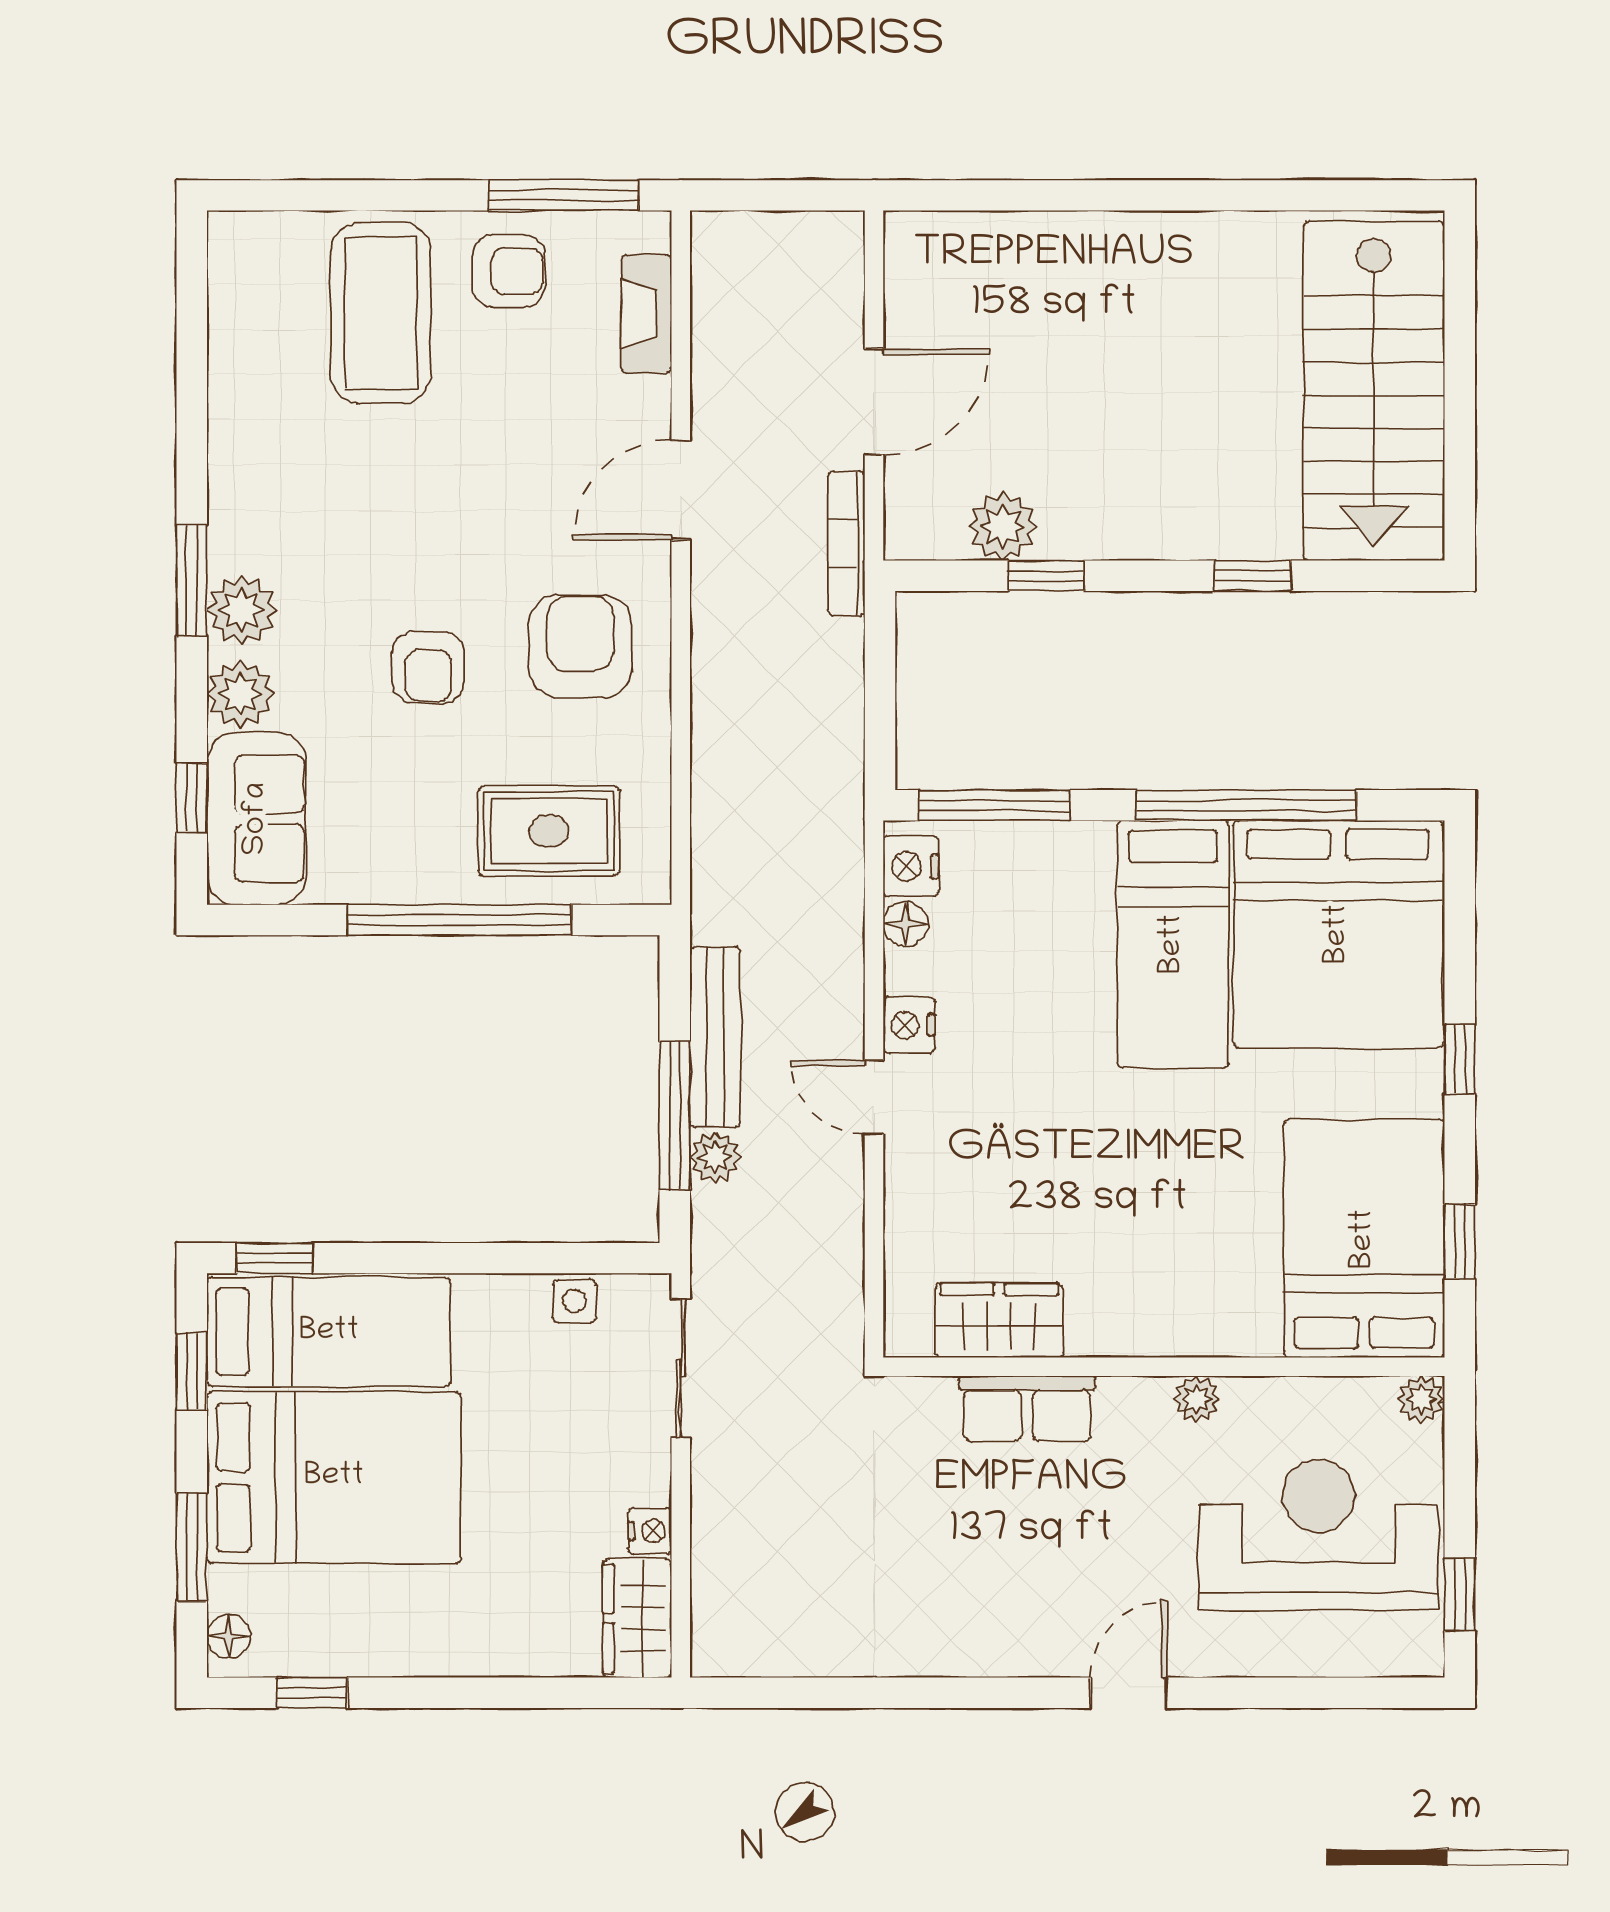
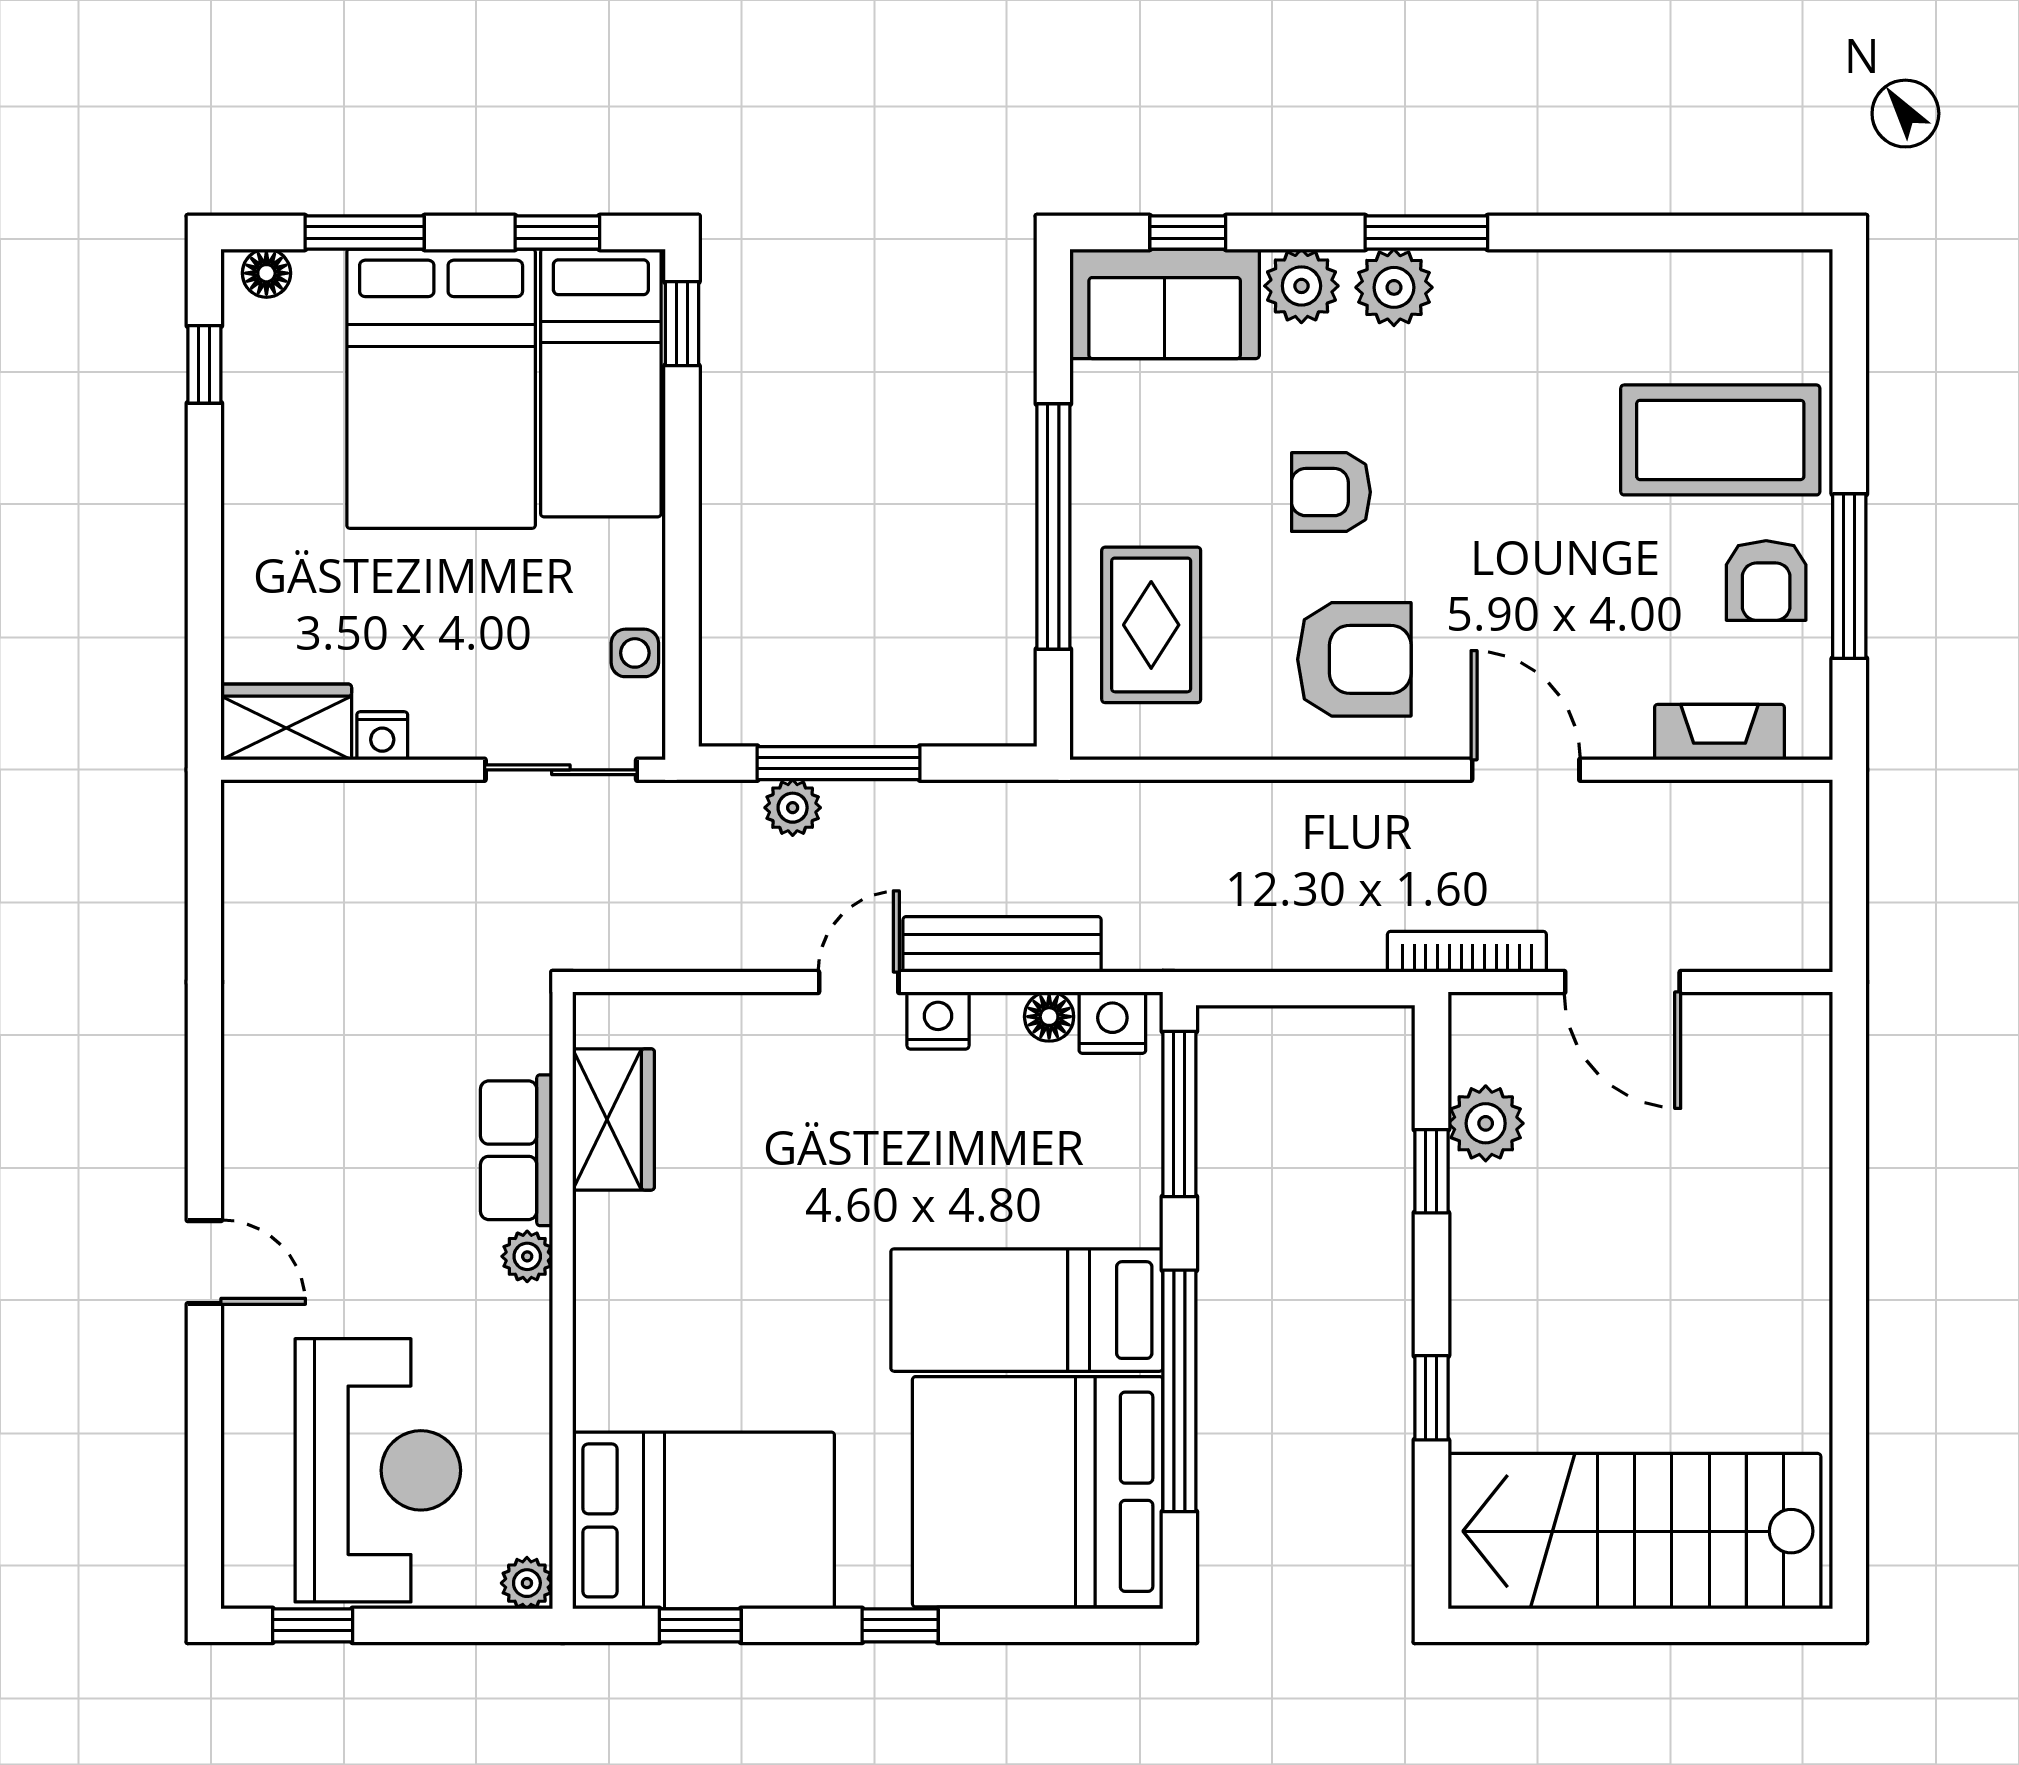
window: (564, 195) -> (1849, 576), moved
bench: (715, 1037) -> (1002, 944), moved
plant: (1197, 1399) -> (527, 1256), moved

